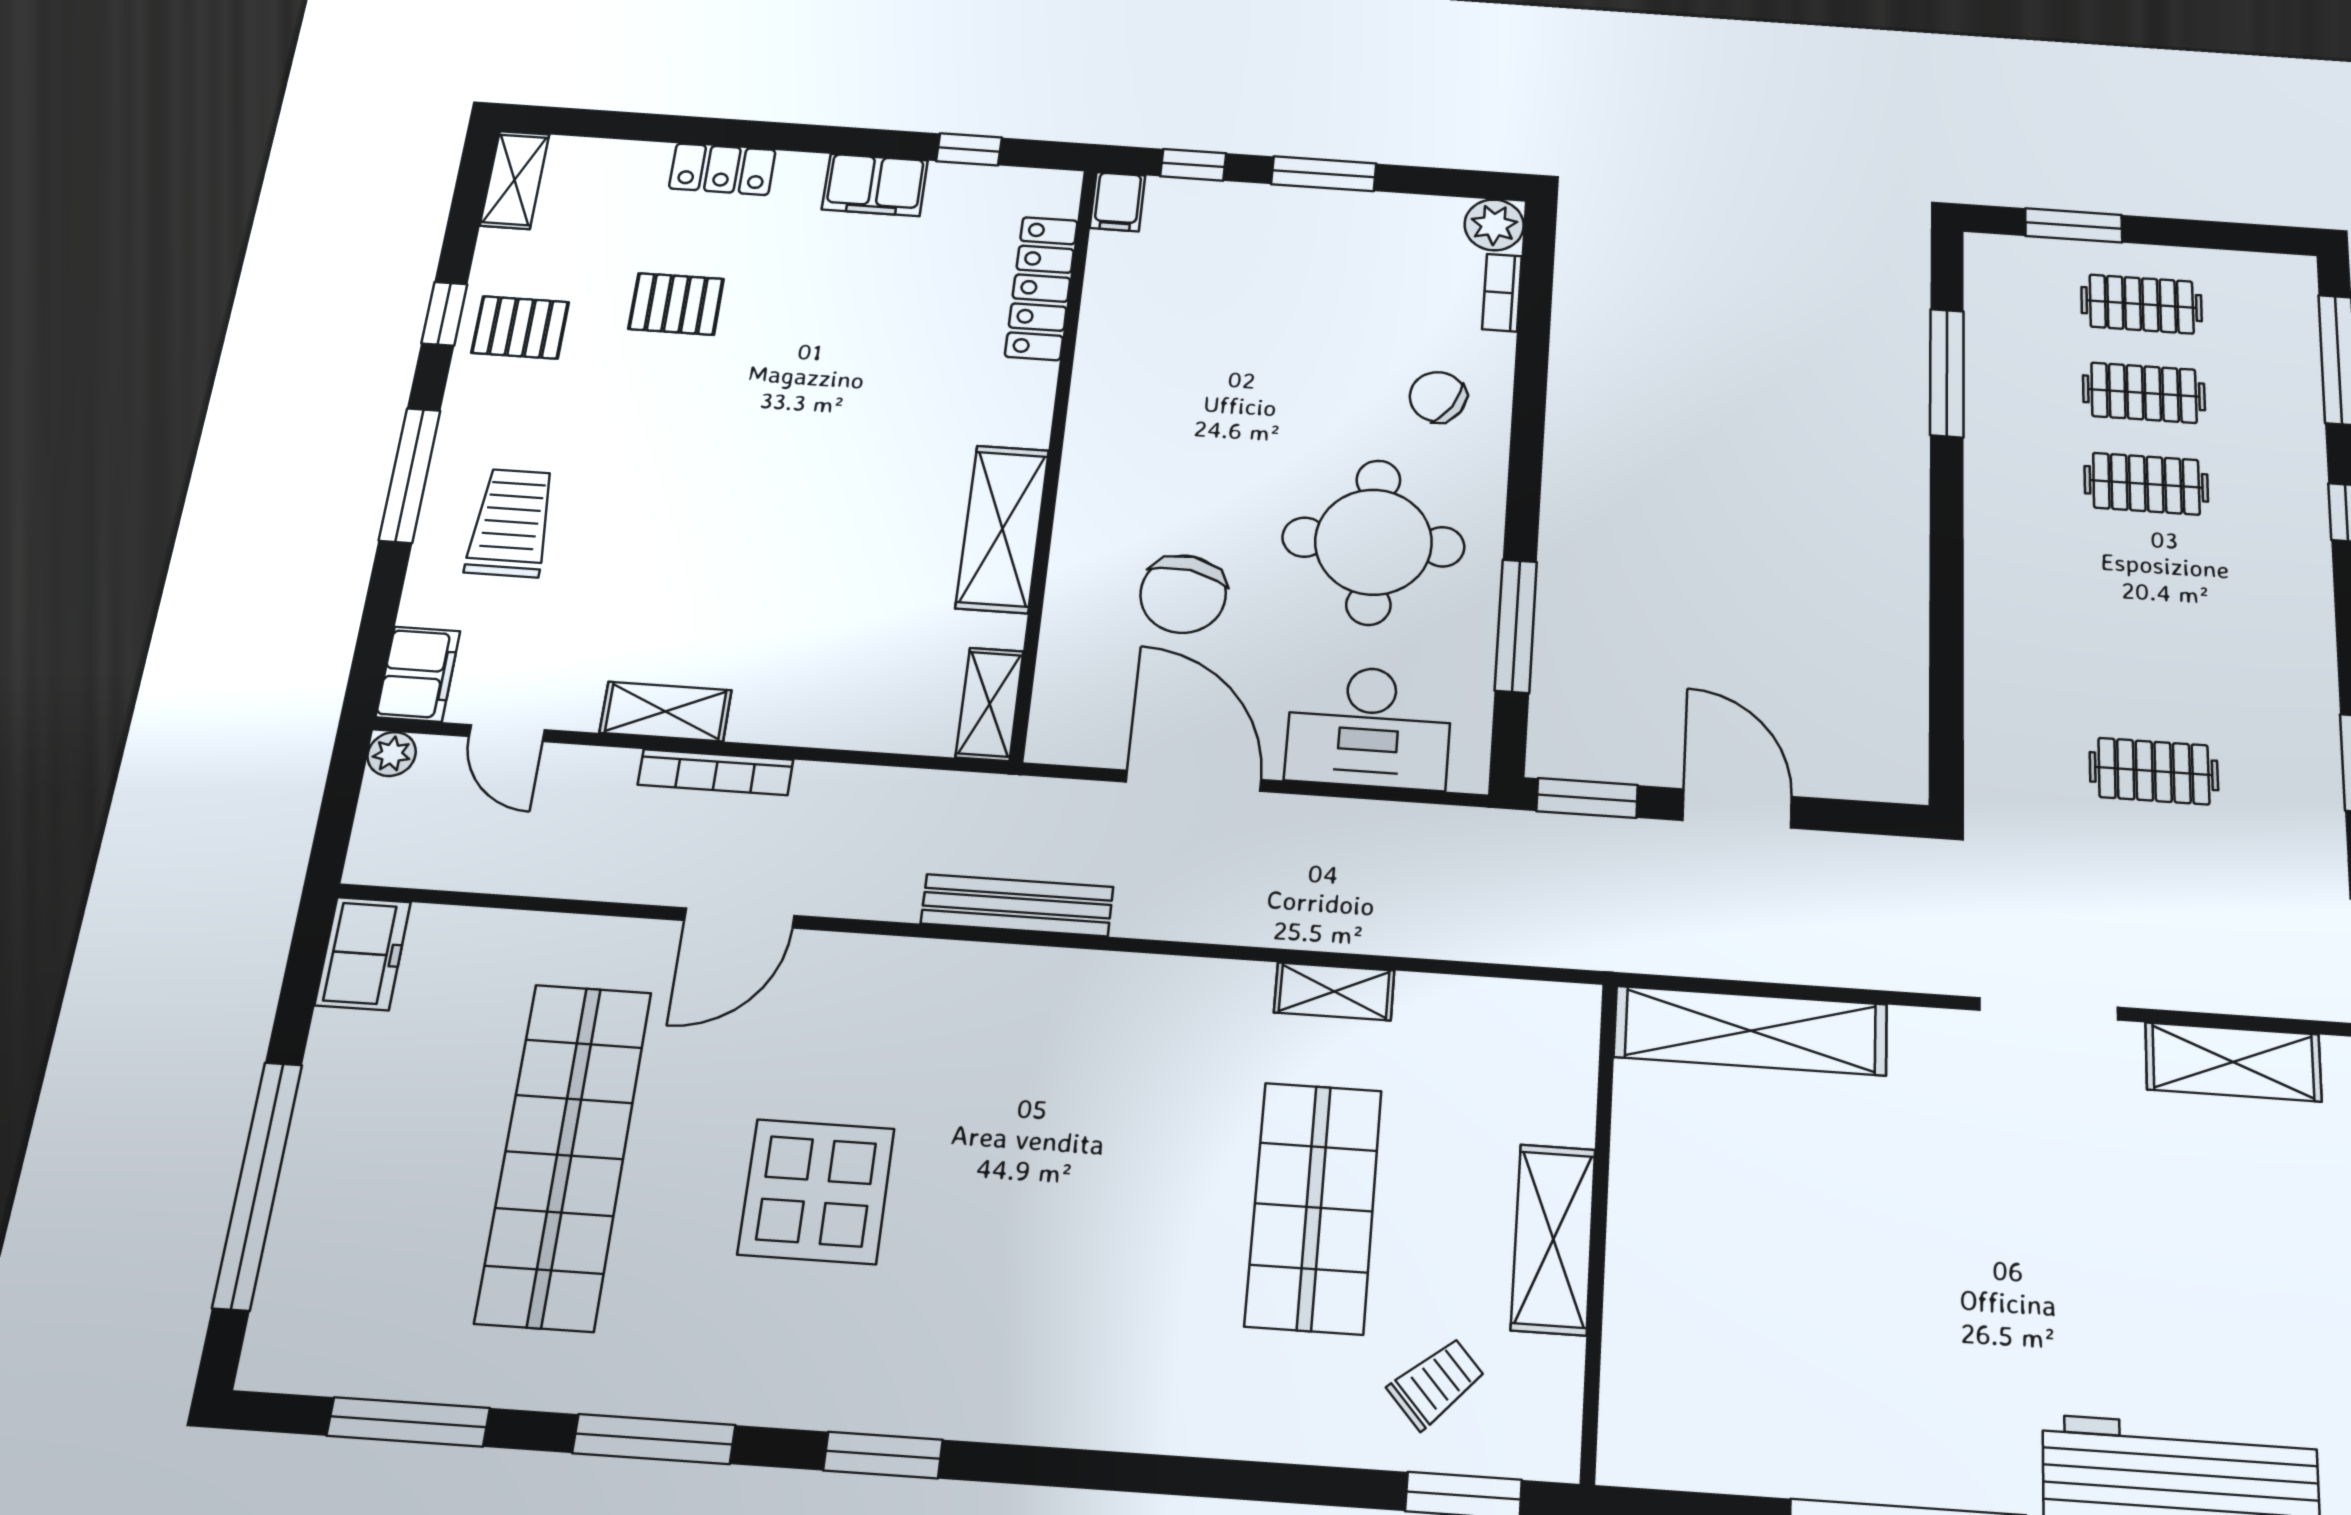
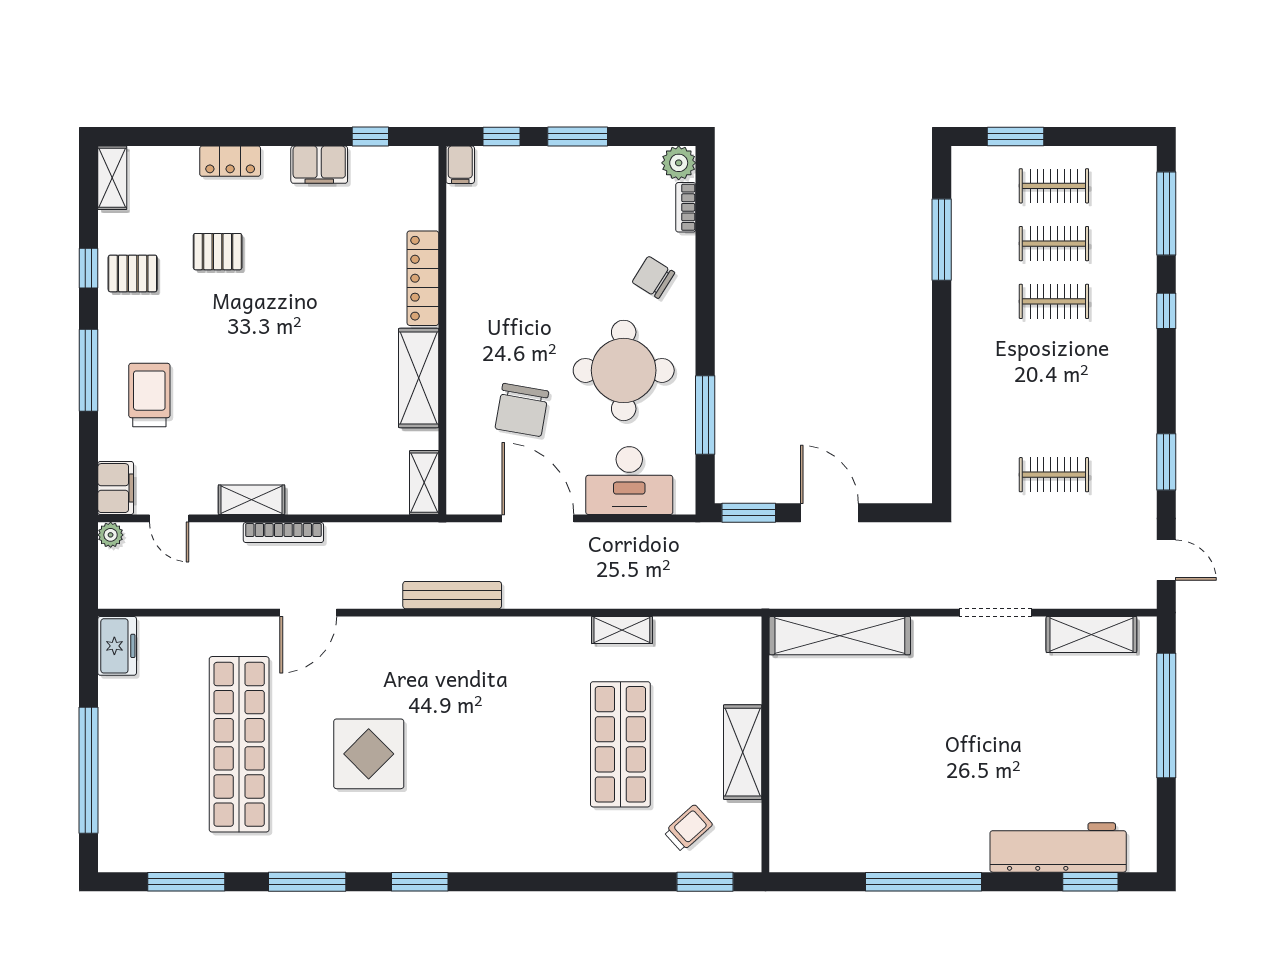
locker: (1041, 288) -> (423, 278), moved

